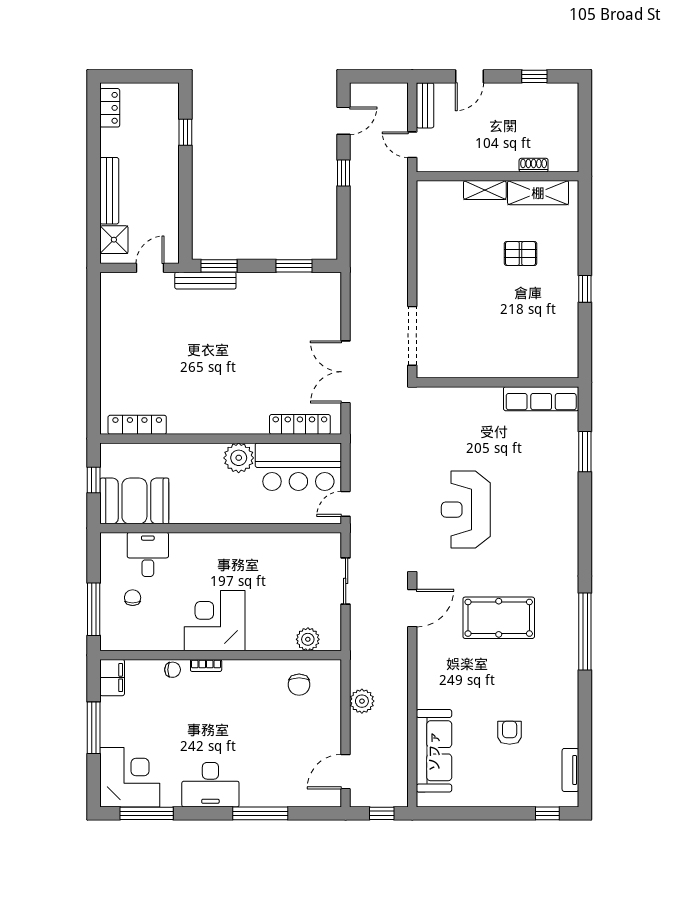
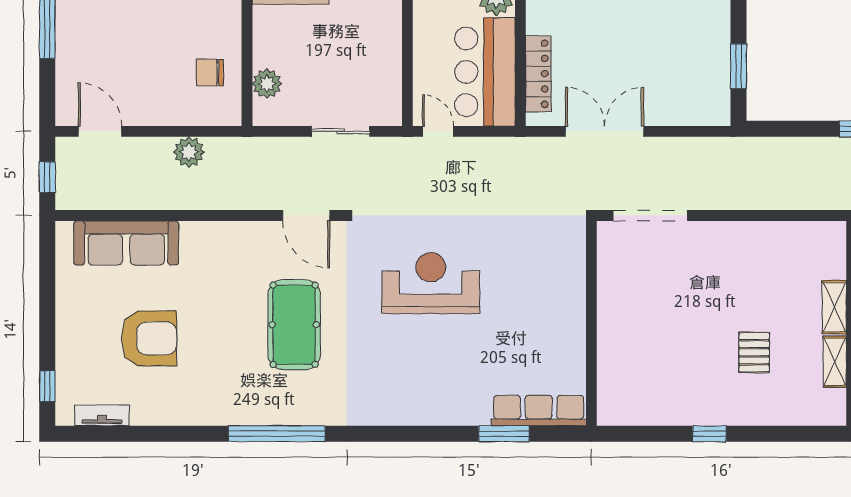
shelving: (538, 193) -> (835, 362), width x0.67, depth x0.75
row of seats: (541, 399) -> (539, 410), moved, turned 90
armchair: (510, 733) -> (149, 338), width x1.88, depth x1.88

